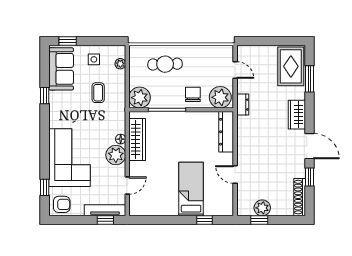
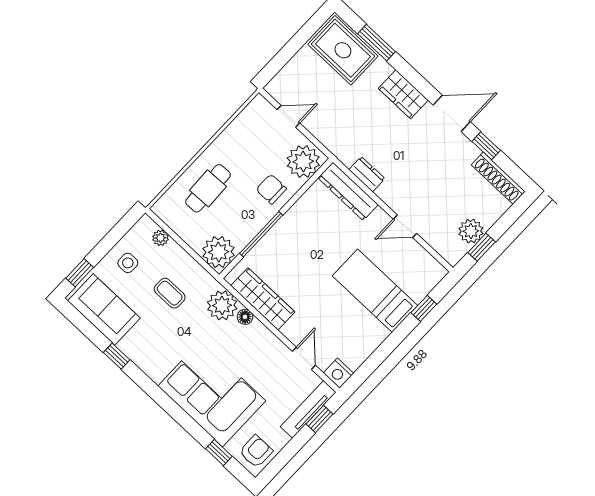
dresser: (243, 105) -> (367, 174), moved
plant: (116, 155) -> (222, 305), moved
nightstand: (136, 209) -> (339, 373), added

